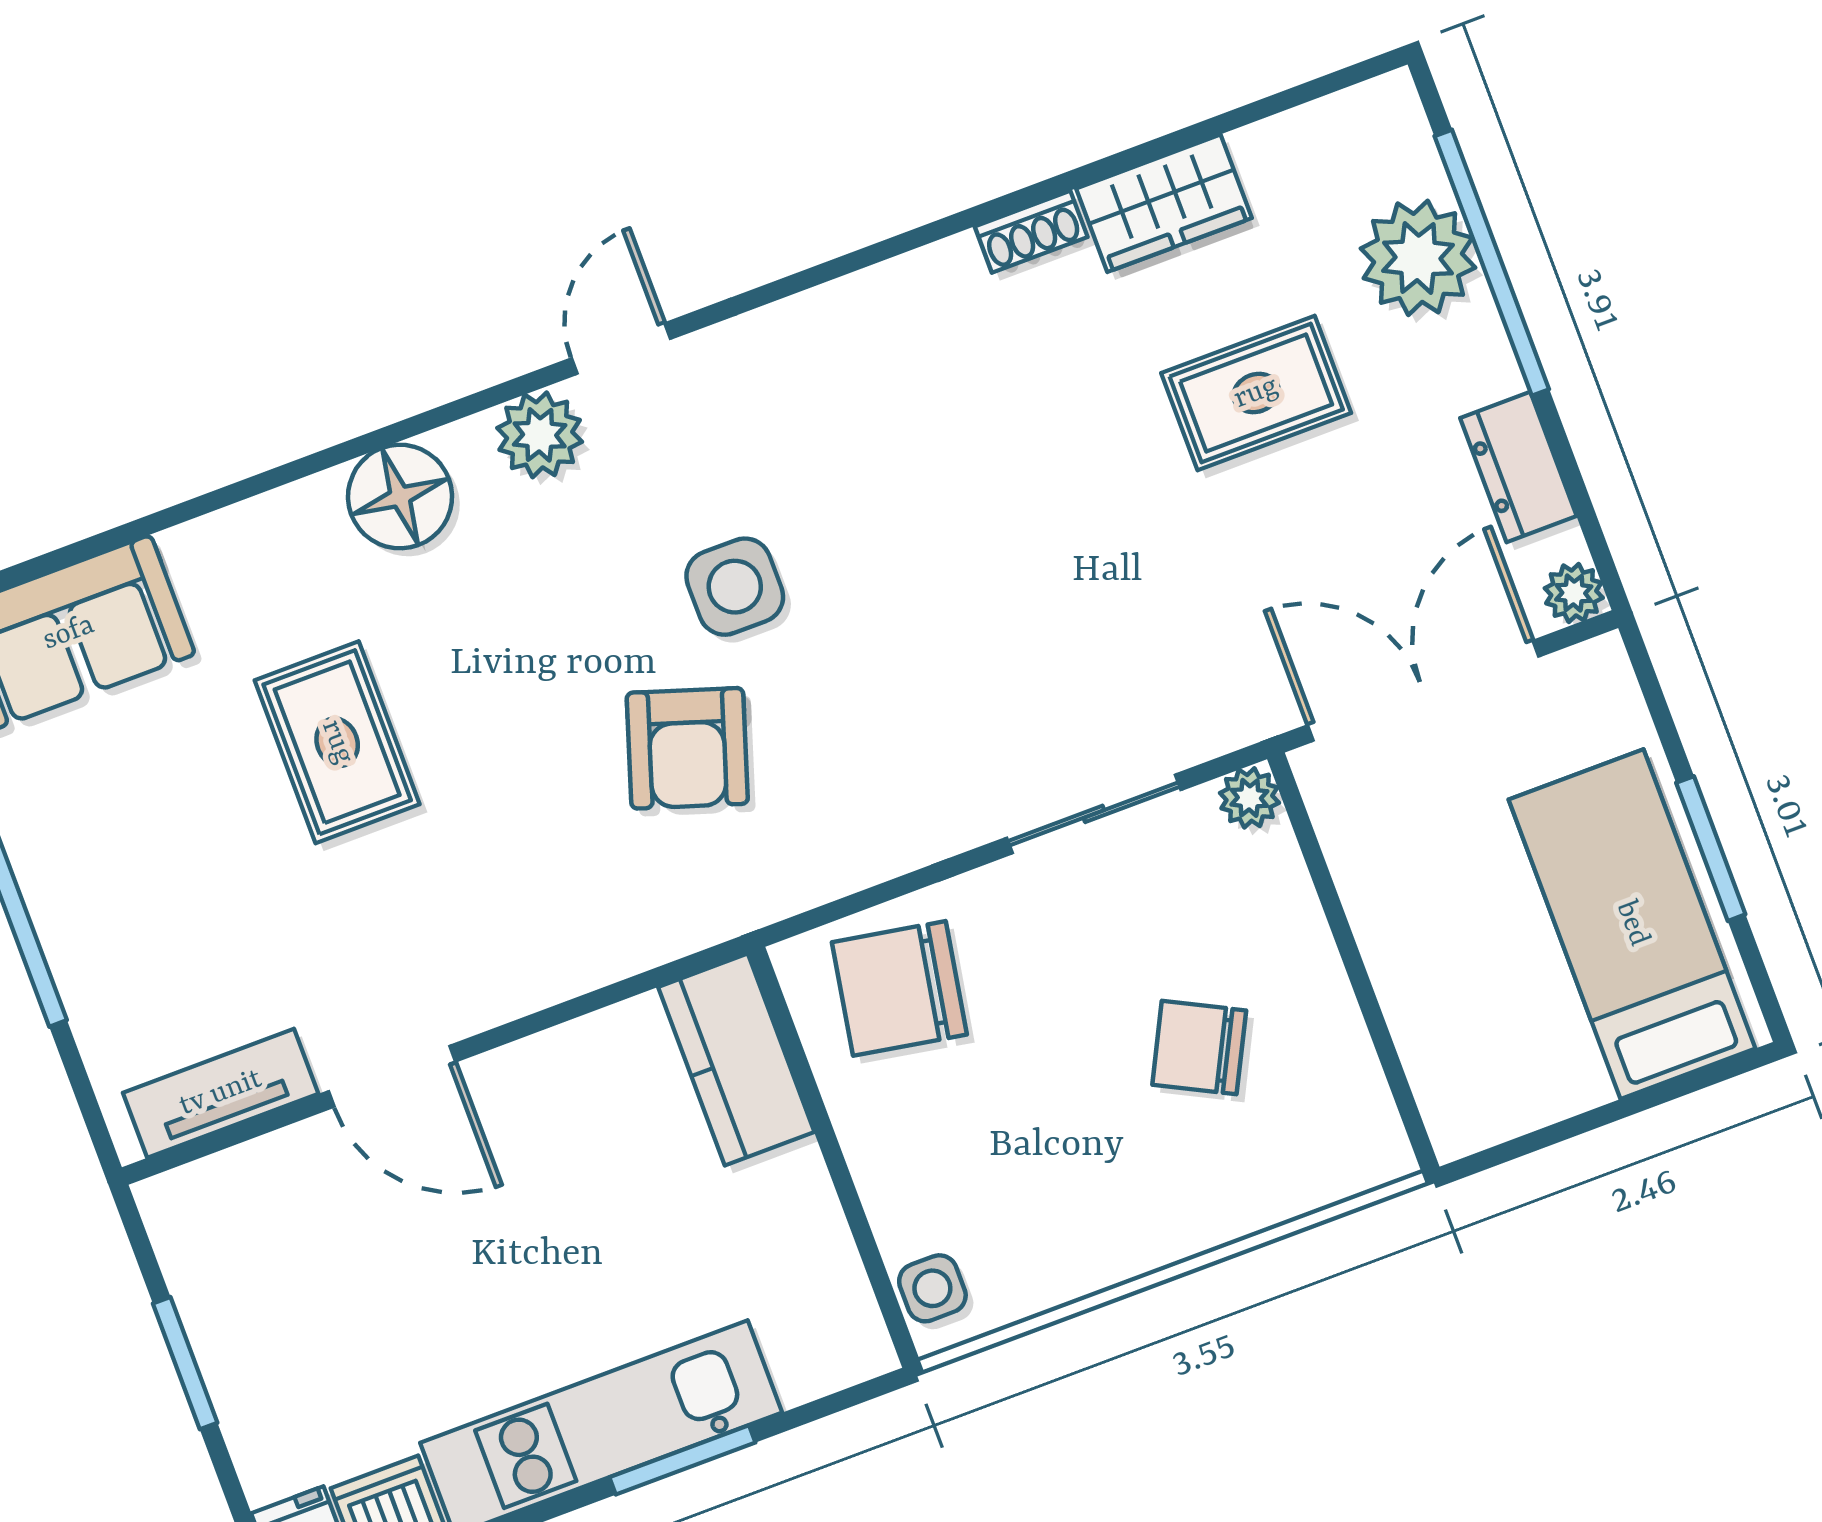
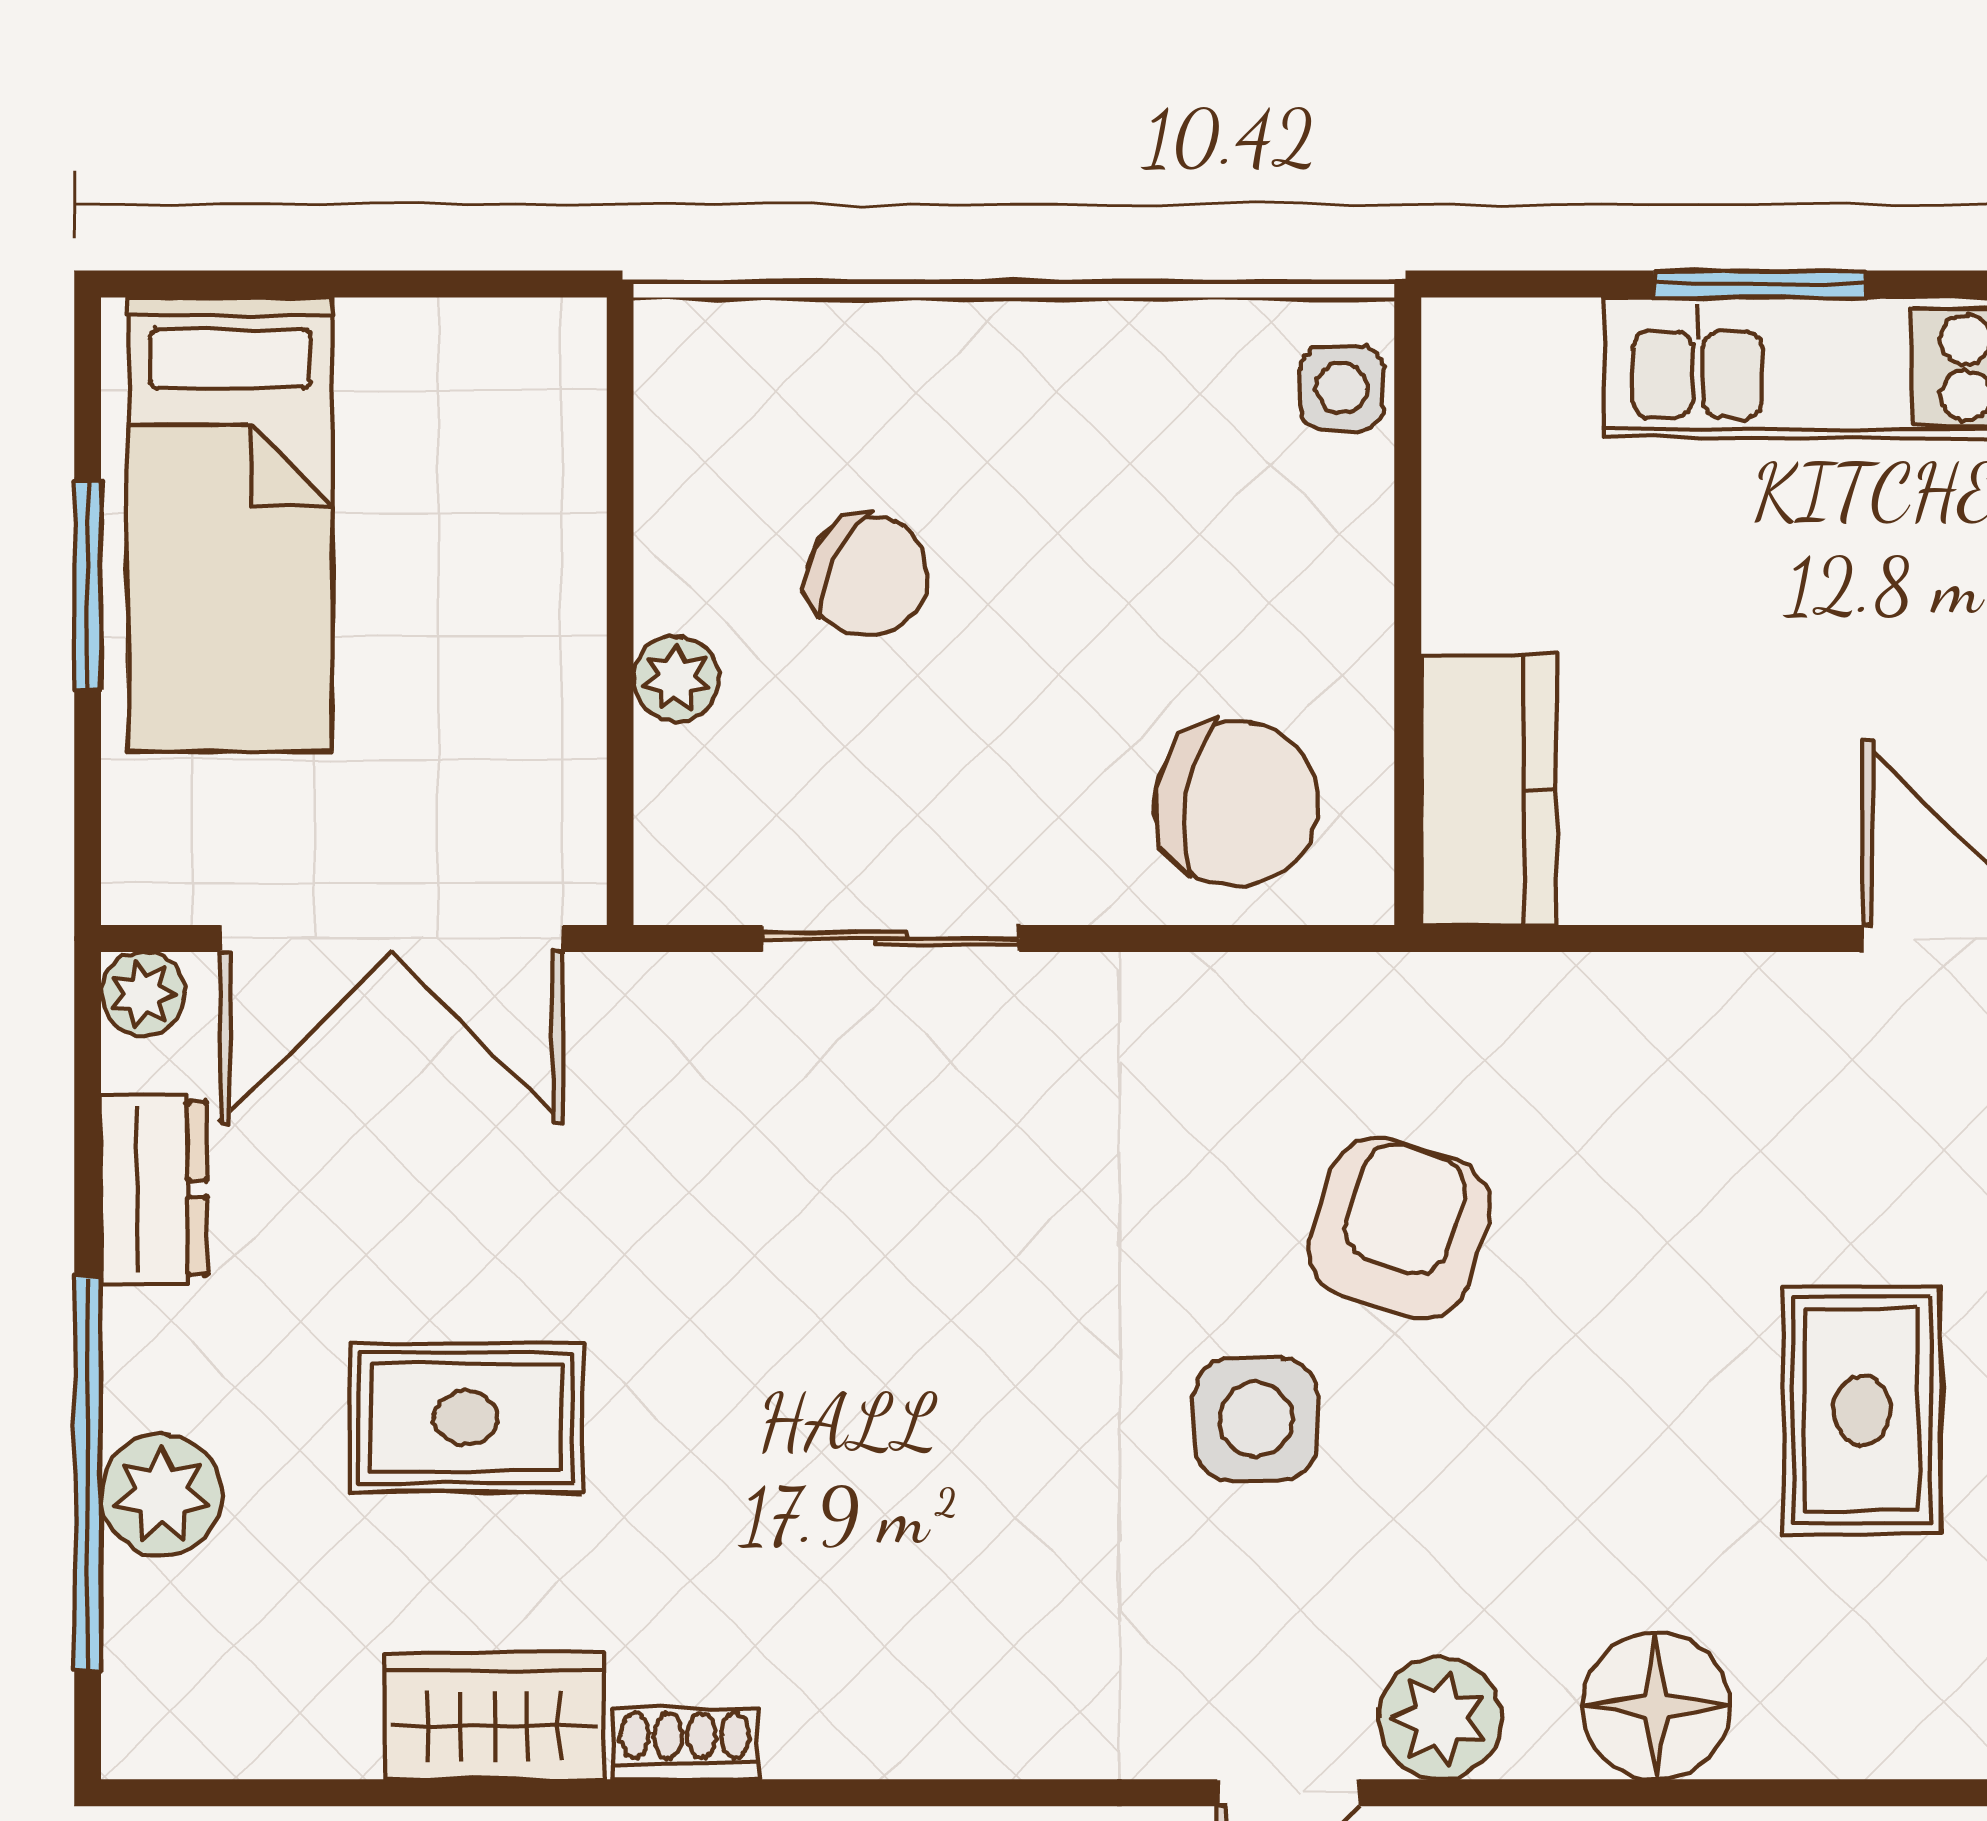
plant: (1418, 258) -> (161, 1495), width x0.73, depth x0.73
plant: (1249, 798) -> (676, 679), moved

